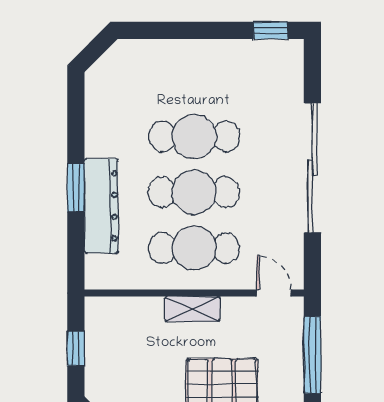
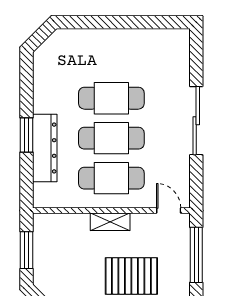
window: (271, 30) -> (166, 22), removed
sliding door: (312, 168) -> (196, 121), width x0.73
window: (76, 348) -> (27, 250), width x1.50

